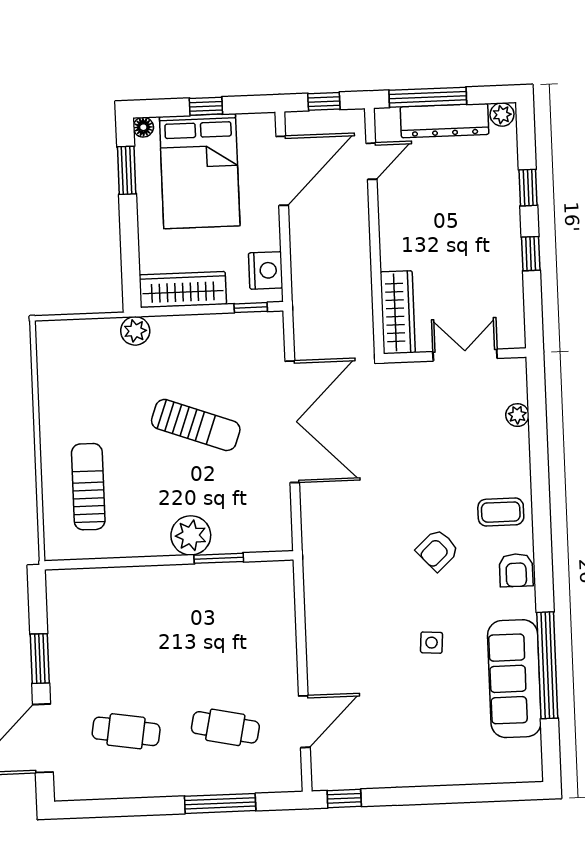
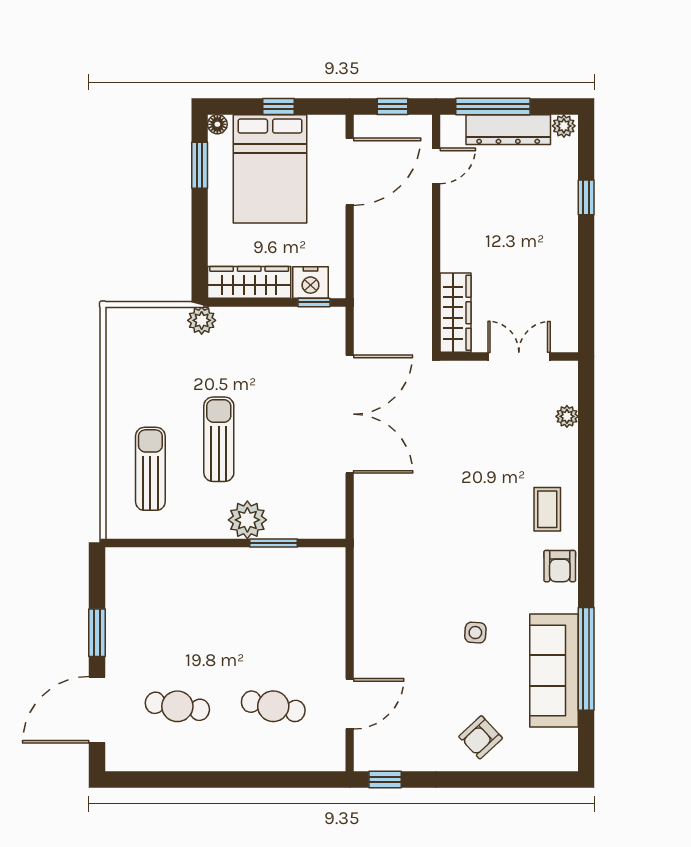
window: (531, 254) -> (586, 261), removed
nightstand: (266, 270) -> (310, 283), moved, turned 90
sun lounger: (196, 425) -> (219, 439), moved, turned -110
coffee table: (501, 512) -> (547, 509), turned 90
armchair: (437, 550) -> (481, 737), moved
window: (220, 803) -> (265, 780), removed

